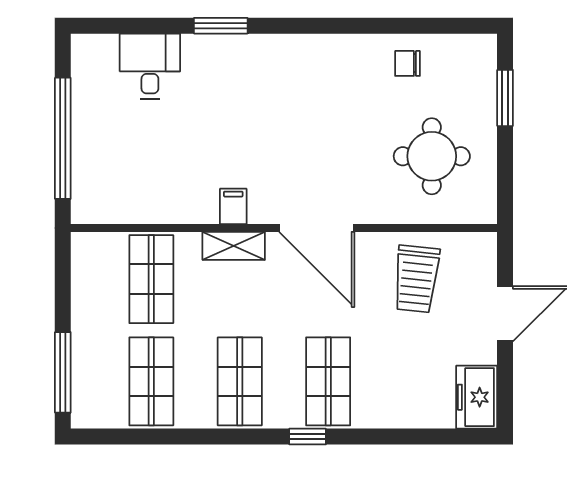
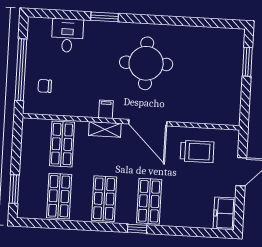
chair: (408, 63) -> (45, 86), moved
round table: (432, 156) -> (146, 63), moved, width x1.36, depth x1.36
trolley: (416, 279) -> (197, 151), turned -96
window: (63, 372) -> (14, 189), width x0.69

